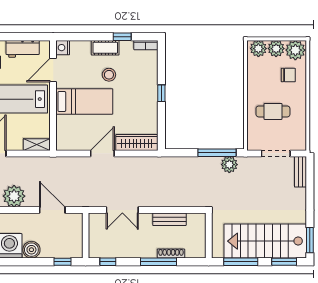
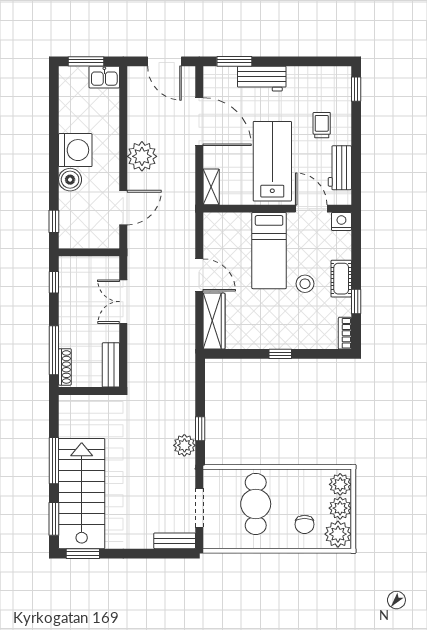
cafe table: (273, 111) -> (256, 504), width x1.37, depth x1.35
window: (217, 153) -> (200, 429), width x0.46
wall: (209, 236) -> (89, 391), moved

